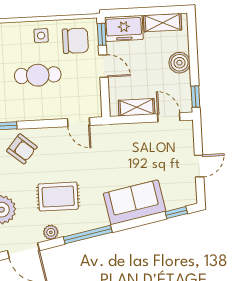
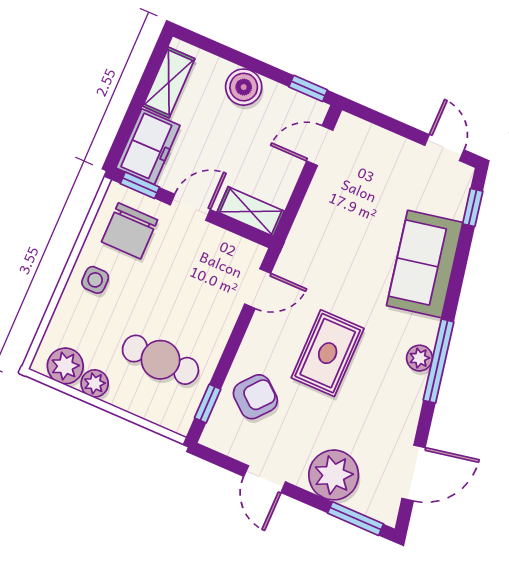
chair: (75, 41) -> (130, 231), turned 180
cafe table: (38, 75) -> (160, 360), moved, turned 90
shelving: (137, 107) -> (251, 212), moved, turned 90
door: (199, 166) -> (444, 148), moved
rug: (58, 197) -> (328, 353), moved
plant: (51, 232) -> (419, 358), moved

